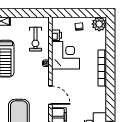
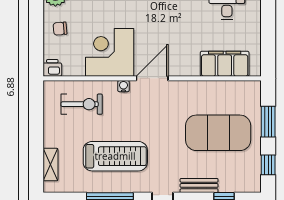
printer: (56, 35) -> (52, 68), moved
door: (50, 95) -> (152, 78), moved

